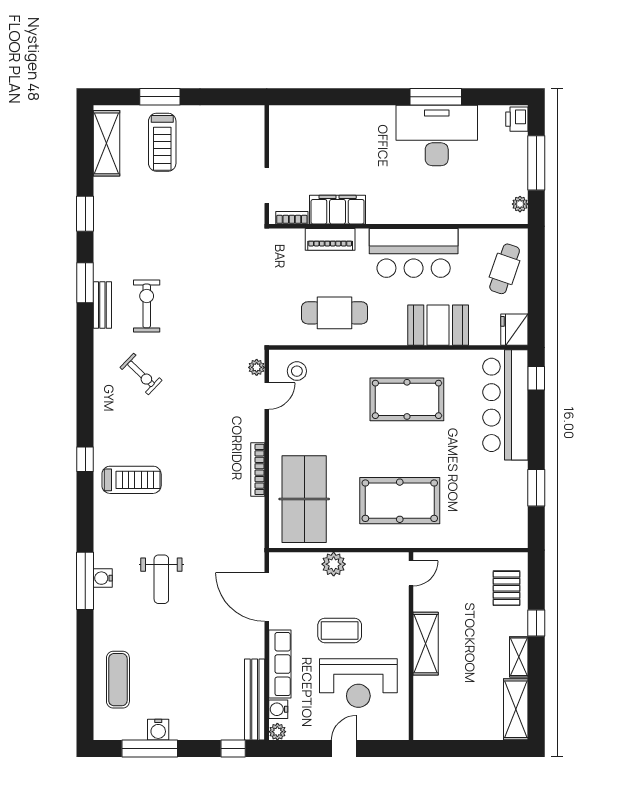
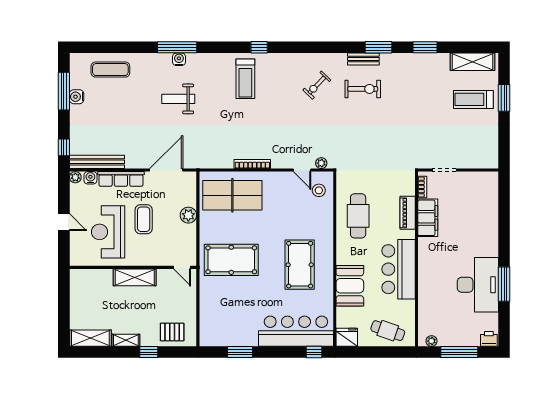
pool table: (400, 501) -> (231, 260), turned 90

